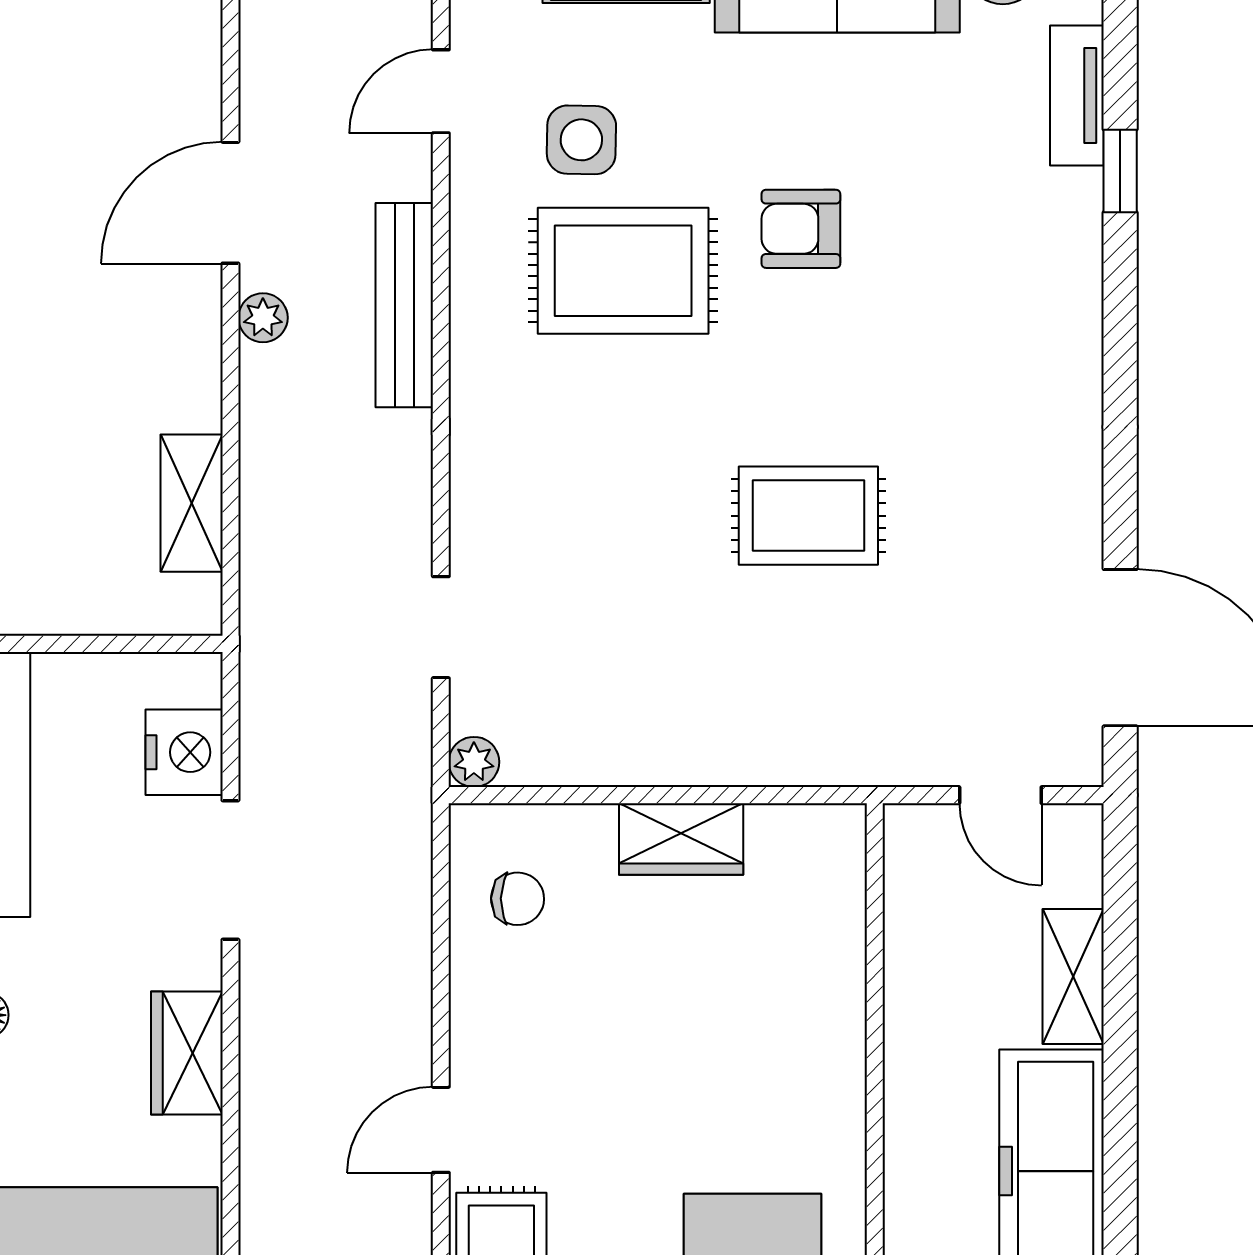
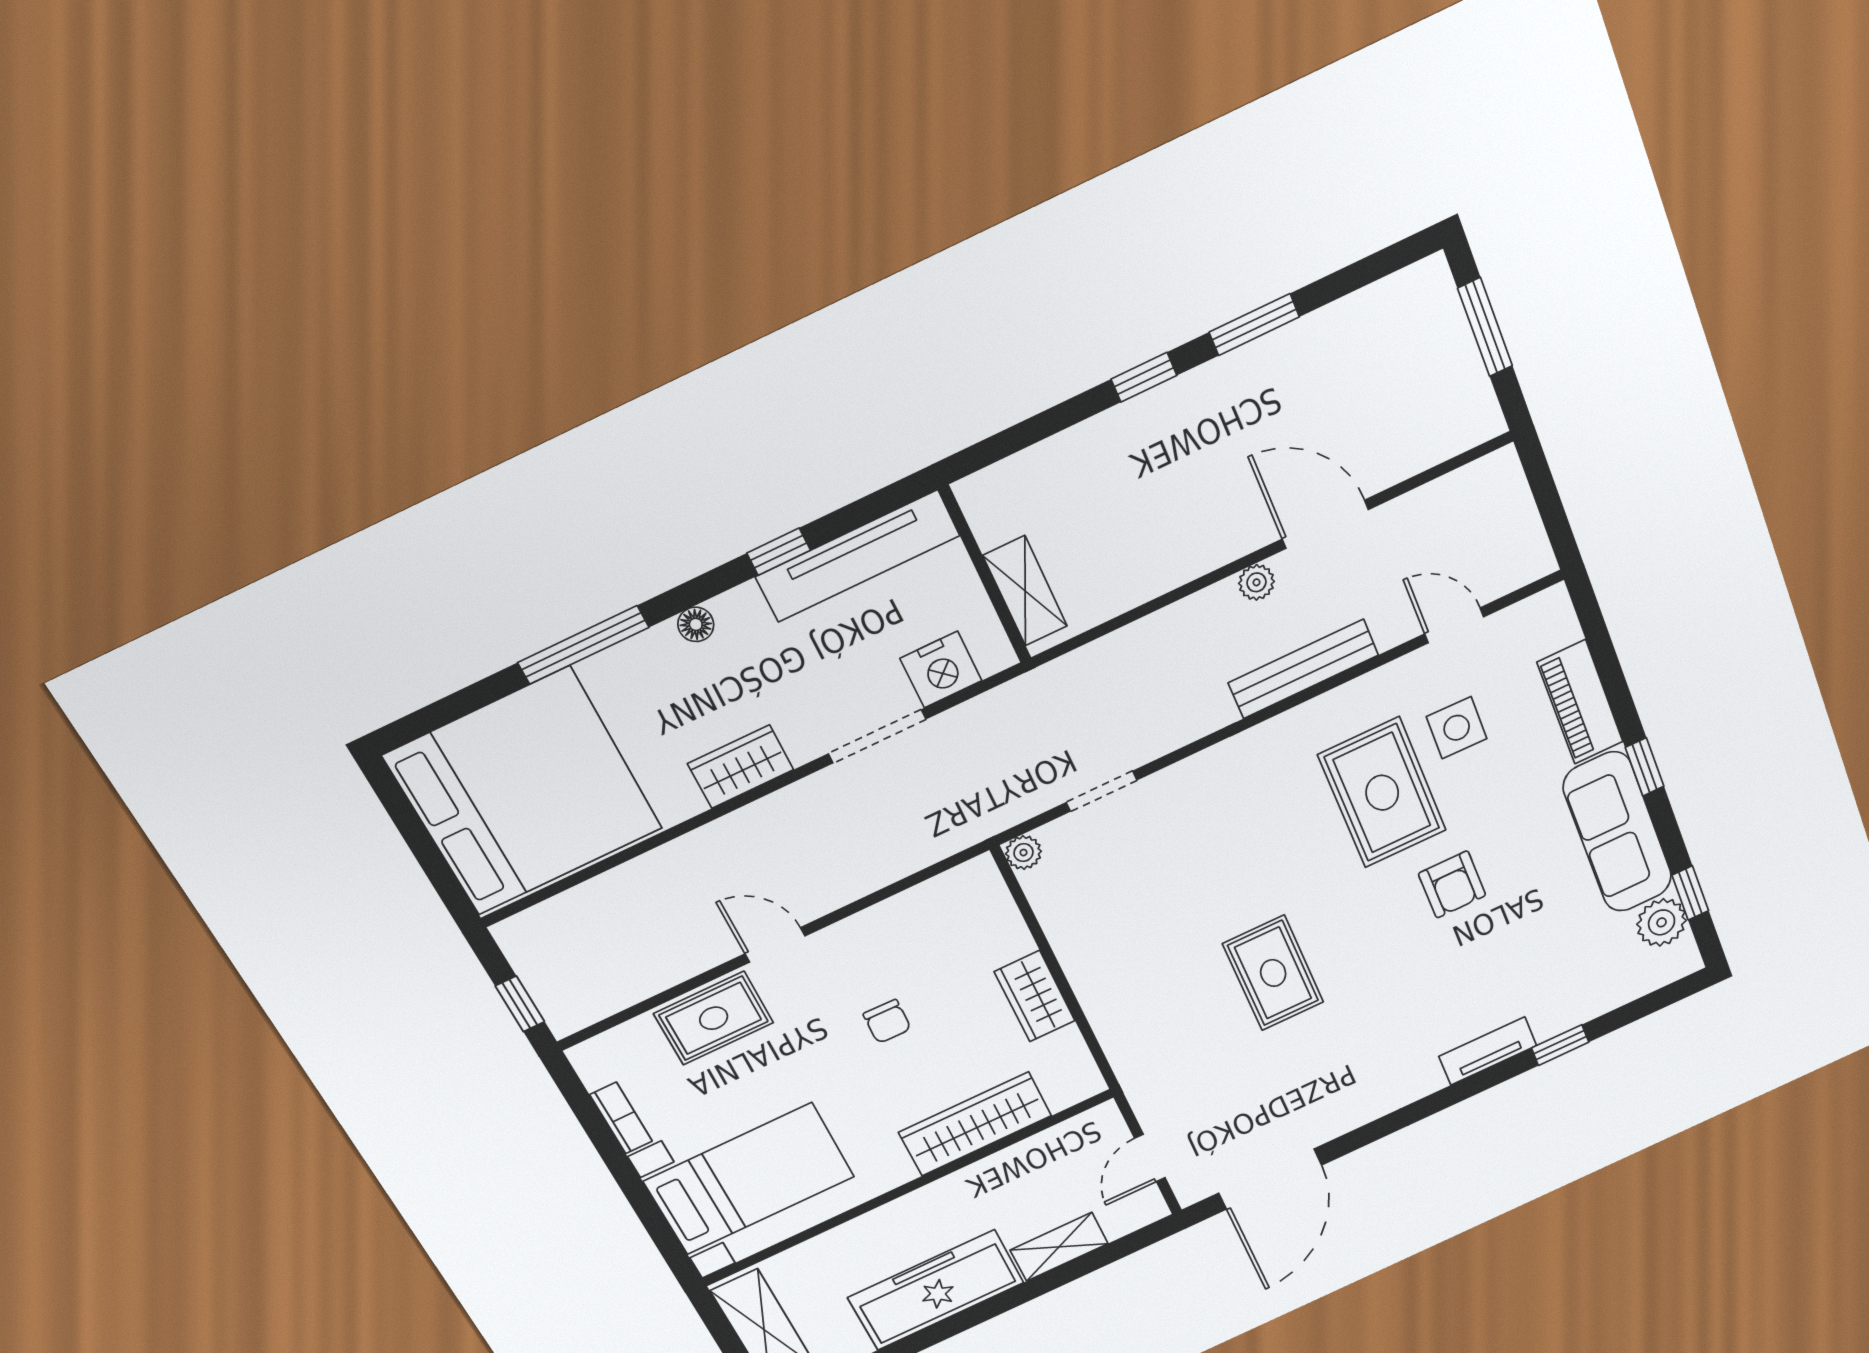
tv unit: (1077, 95) -> (1488, 1051), moved
armchair: (801, 229) -> (1452, 884), turned 180
shelving: (192, 503) -> (1025, 591), moved, turned 90
chair: (518, 899) -> (887, 1021), moved
wardrobe: (826, 1001) -> (975, 1124), added

